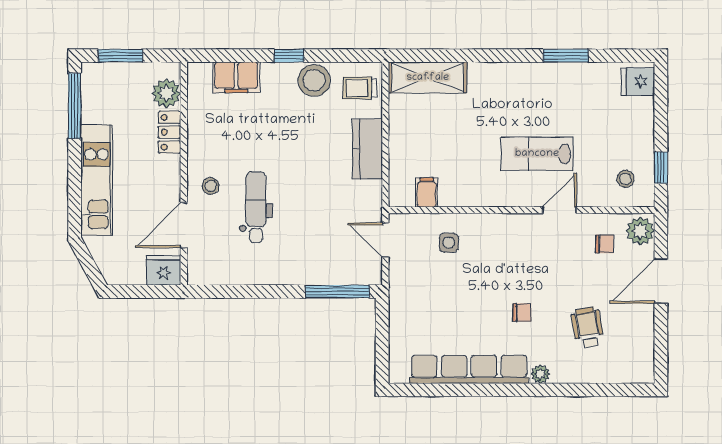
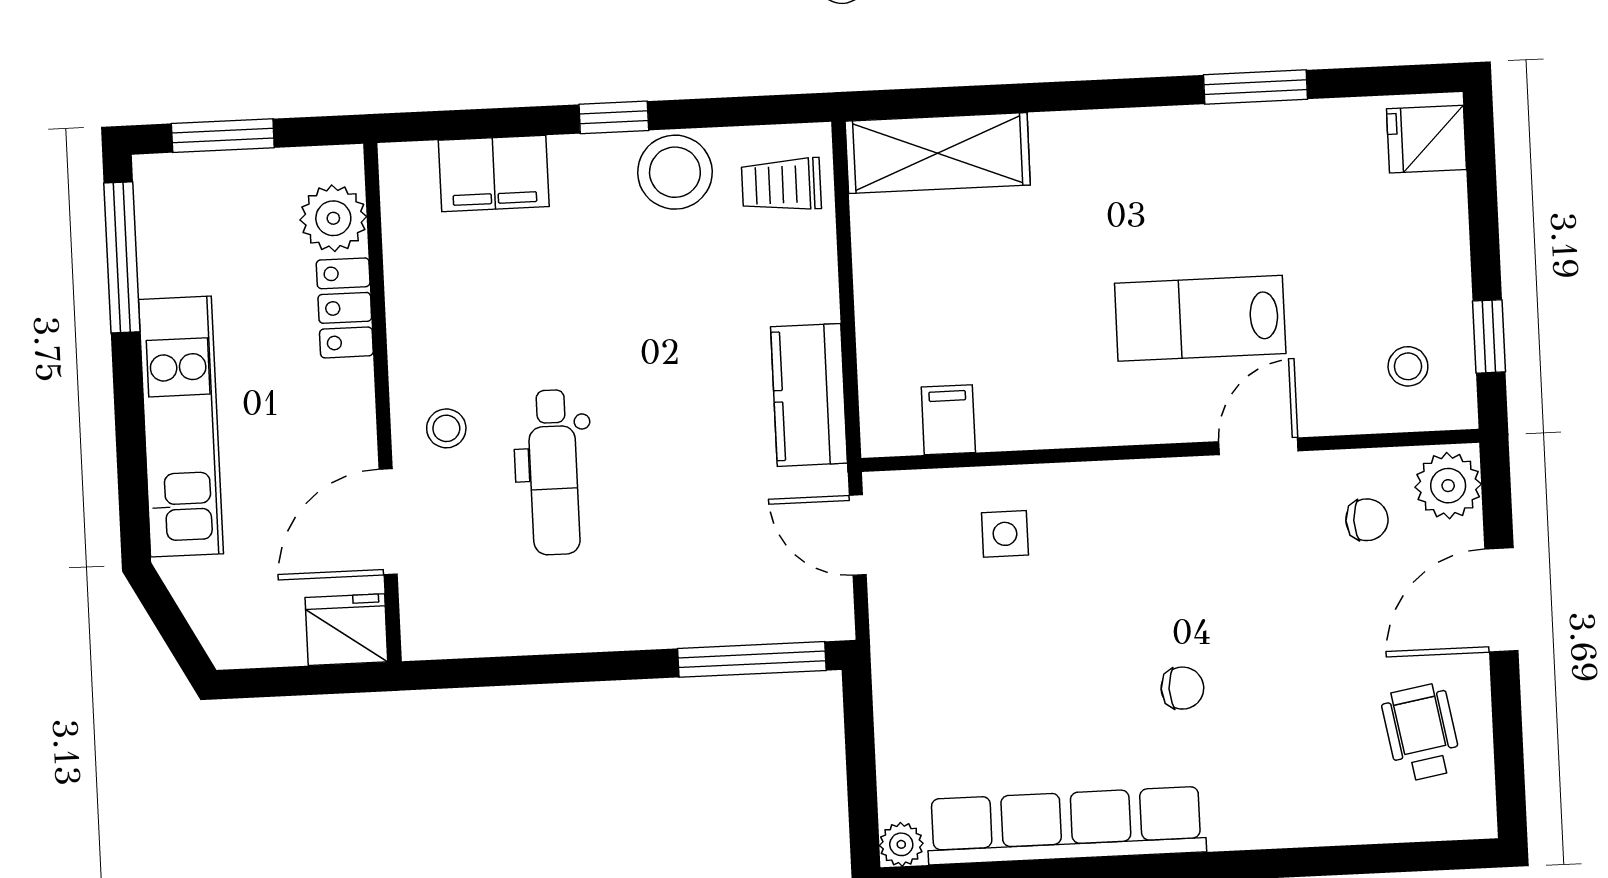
kitchen counter: (367, 149) -> (809, 395), moved
dental chair: (256, 207) -> (554, 472), turned 180
wheelchair: (588, 327) -> (1421, 732), moved
plant: (540, 374) -> (901, 844), moved

